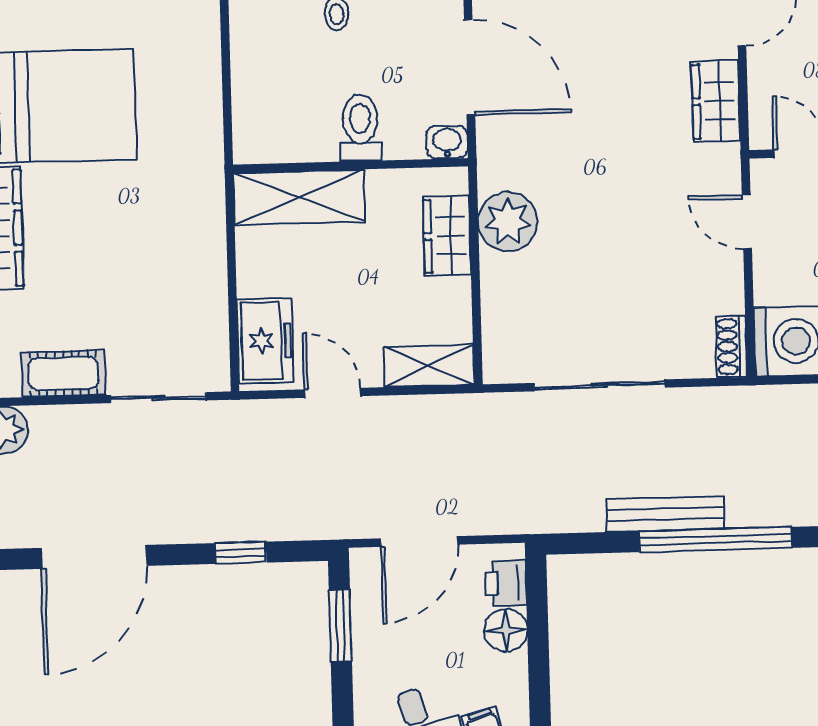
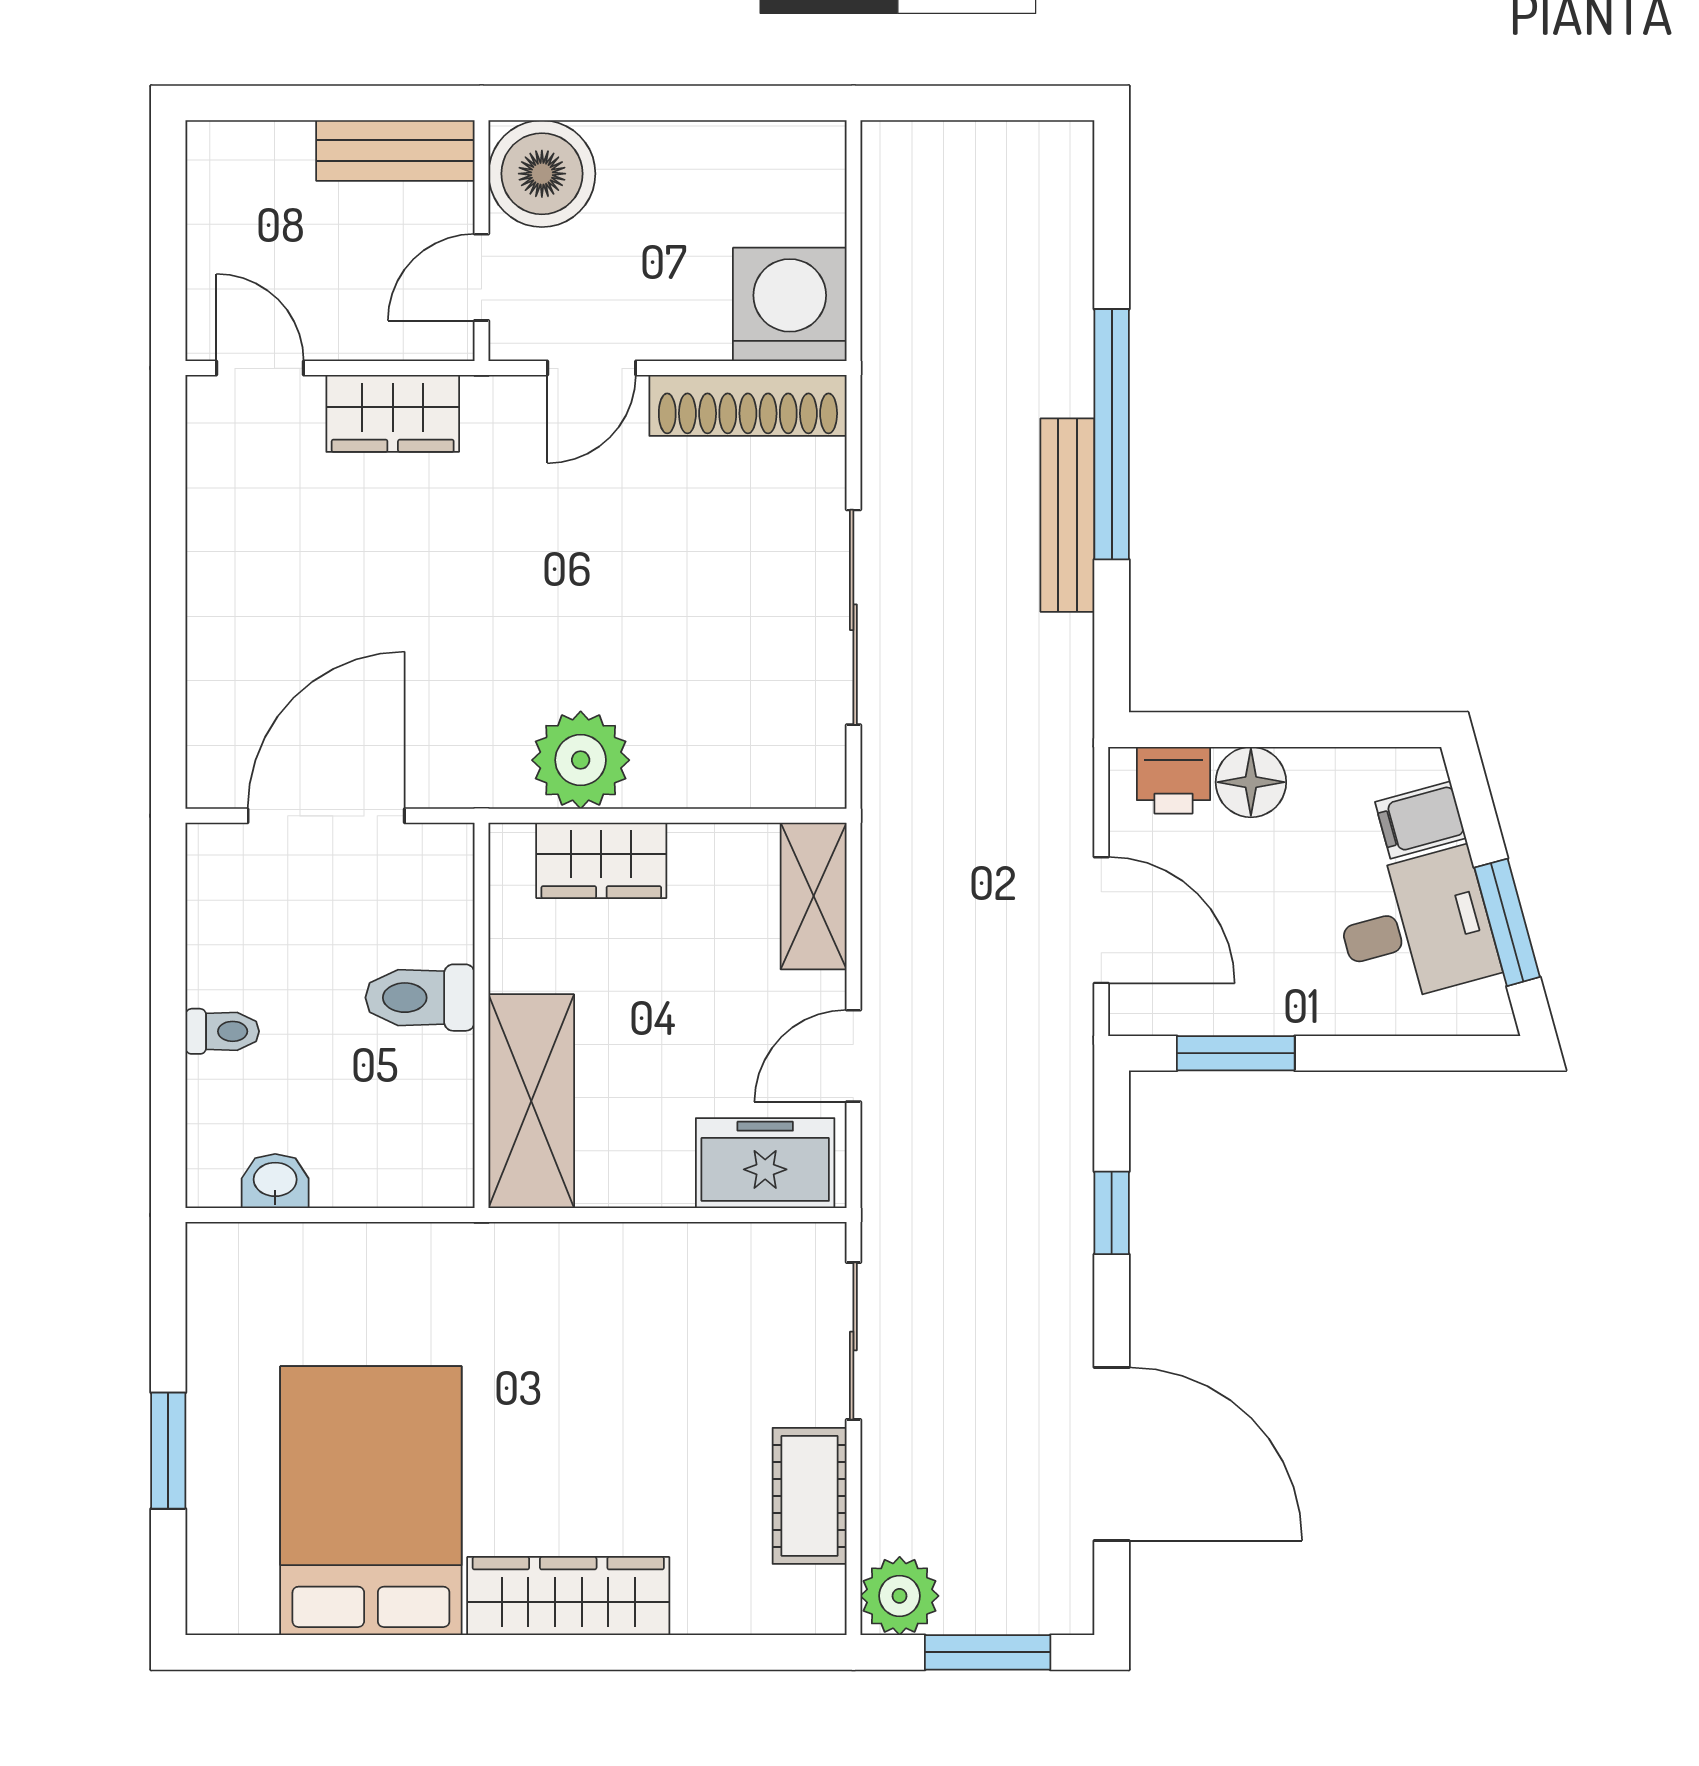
washbasin: (447, 142) -> (275, 1181), moved, turned 90
shoe rack: (731, 346) -> (748, 405), width x1.94, depth x1.24

